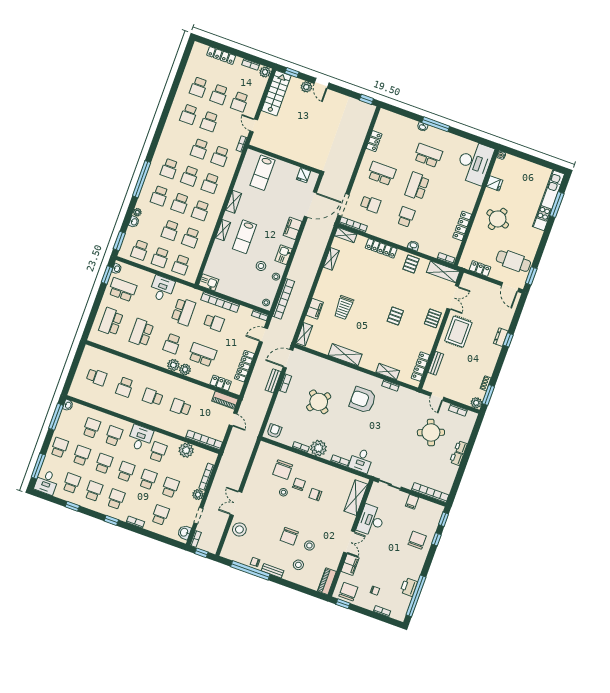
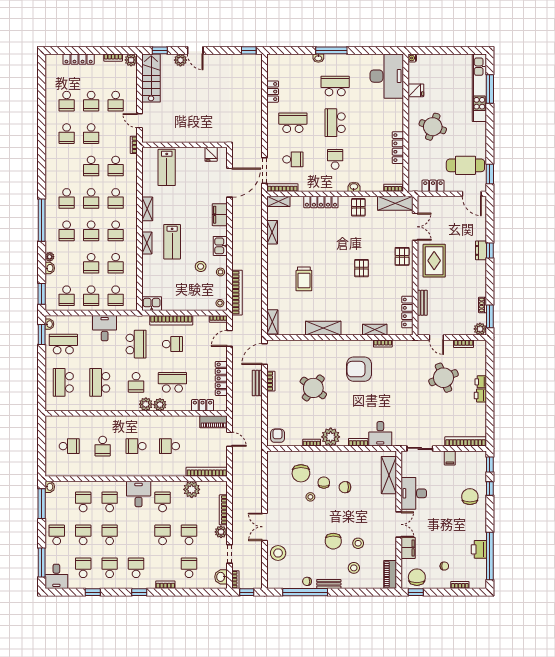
filing cabinet: (315, 309) -> (274, 291), removed
school desk: (126, 471) -> (136, 535), removed

